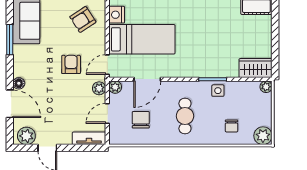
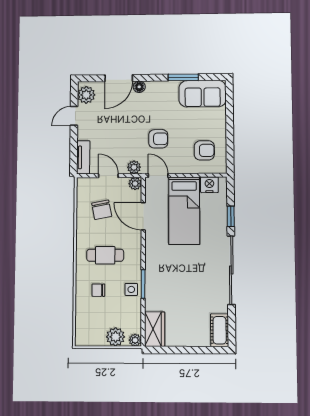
armchair: (83, 19) -> (204, 150), turned 123
chair: (141, 120) -> (102, 210), turned 79
chair: (232, 126) -> (98, 290), moved
plant: (263, 136) -> (116, 337), moved

